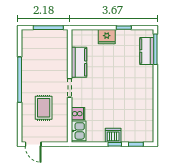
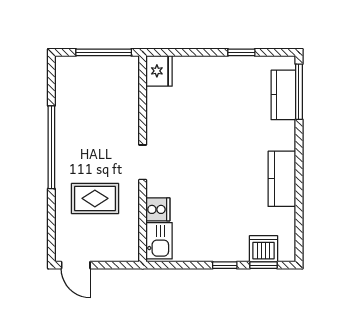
fridge: (107, 37) -> (159, 71), moved, turned -90
kitchen counter: (79, 62) -> (282, 179), moved, turned 180
rug: (44, 108) -> (95, 198), turned 90
dishwasher: (113, 135) -> (264, 249), moved

